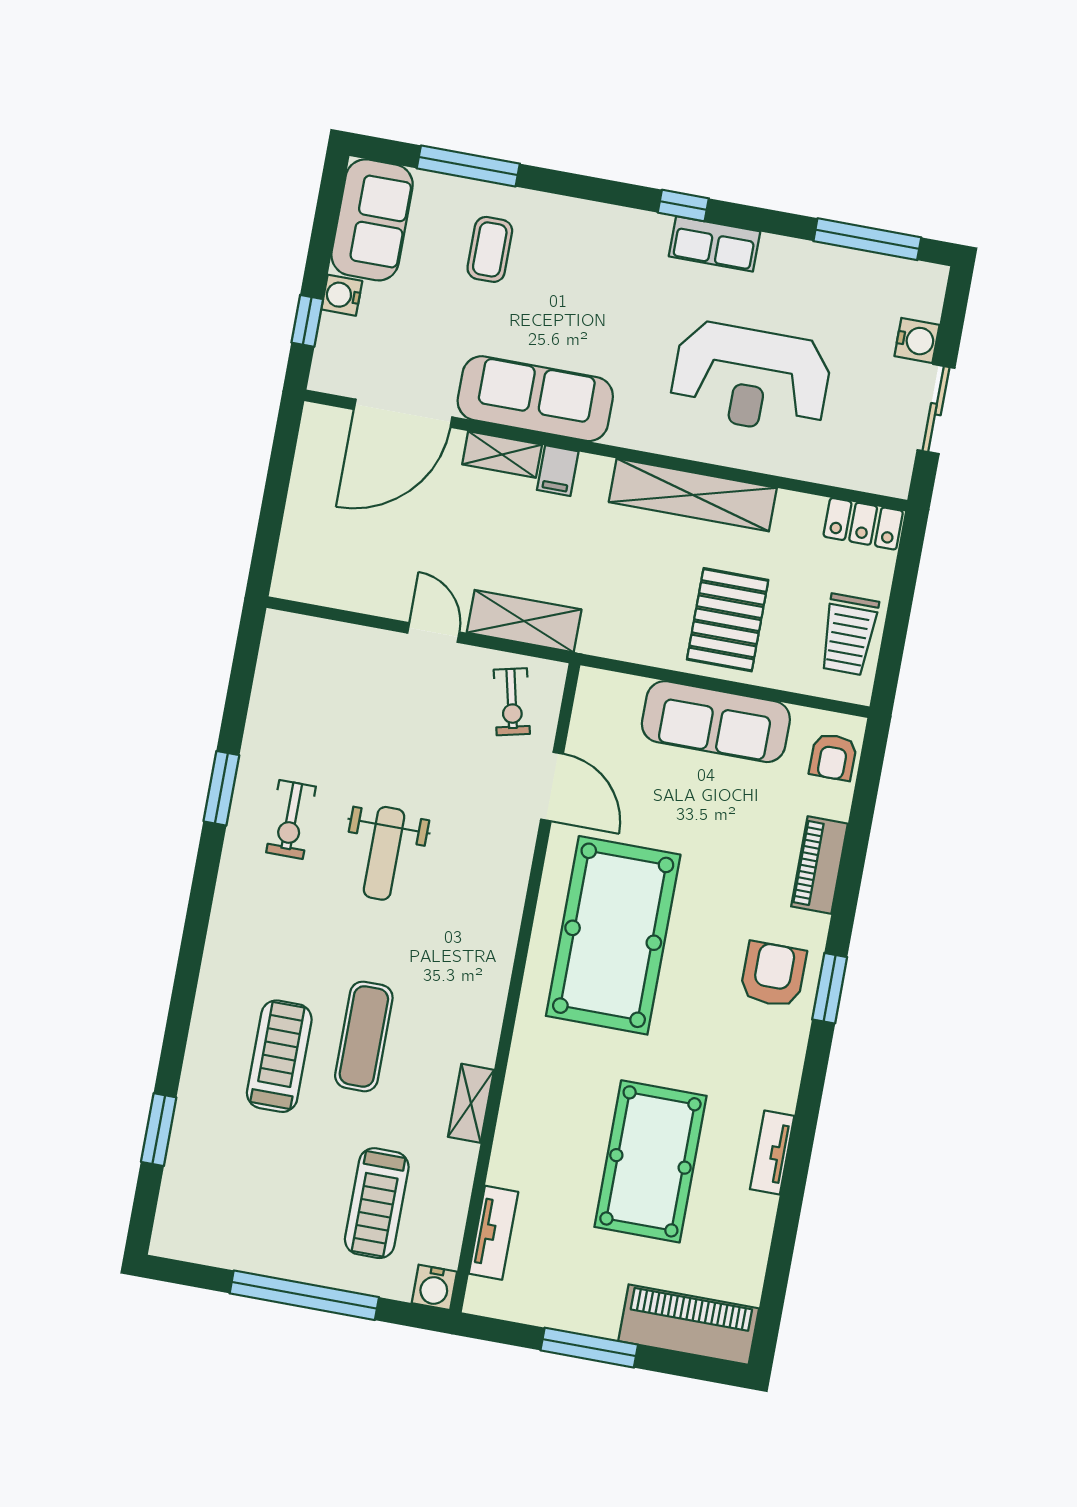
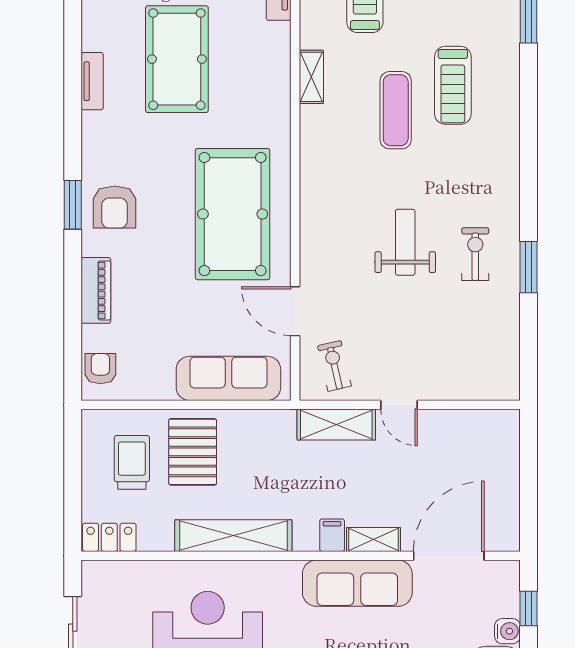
trolley: (849, 635) -> (132, 462), moved
sofa: (716, 722) -> (228, 378), moved

